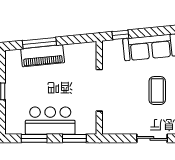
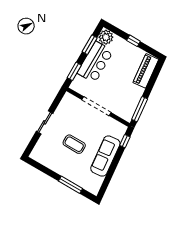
window: (39, 43) -> (140, 109), moved
piano: (43, 56) -> (146, 71), moved
plant: (15, 125) -> (106, 37), added

